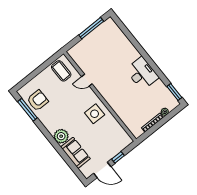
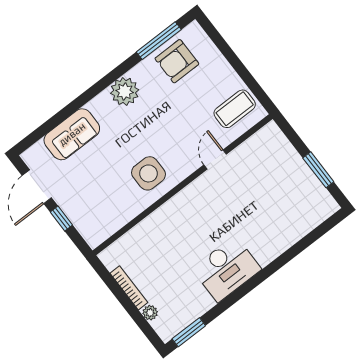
window: (91, 28) -> (318, 170), width x0.69
armchair: (38, 100) -> (177, 61), turned 90
plant: (61, 136) -> (125, 91), moved

